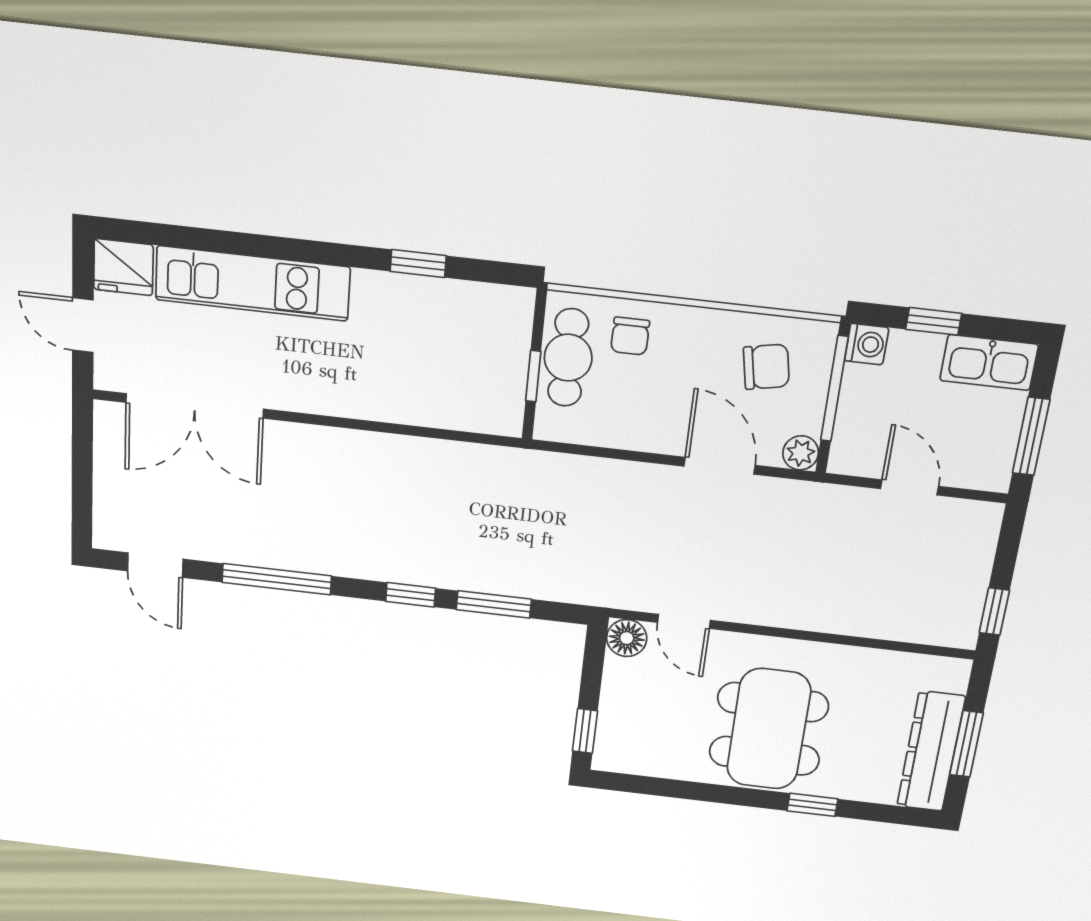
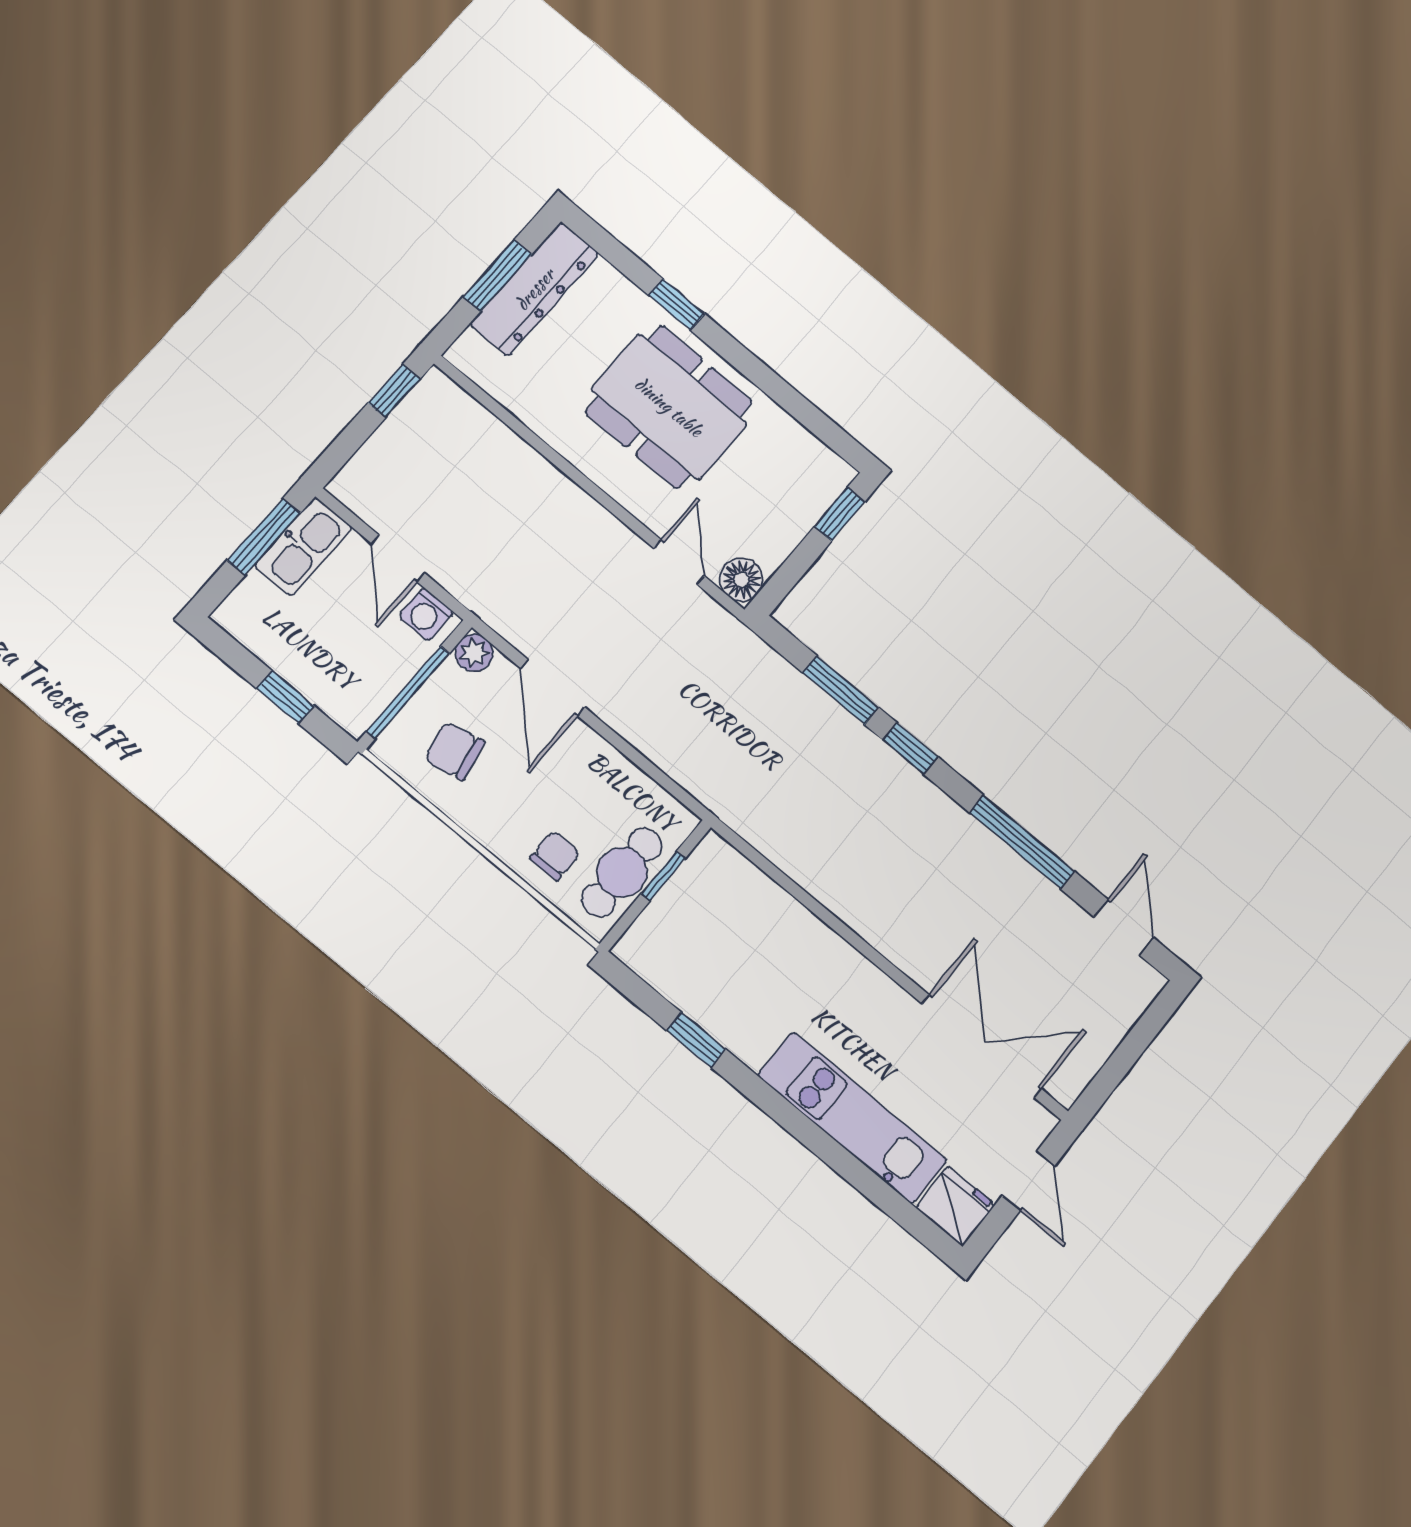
washing machine: (867, 344) -> (426, 614), moved, turned -90
kitchen sink: (989, 362) -> (303, 546), moved, turned 90
dining table: (769, 729) -> (669, 407), turned 90

